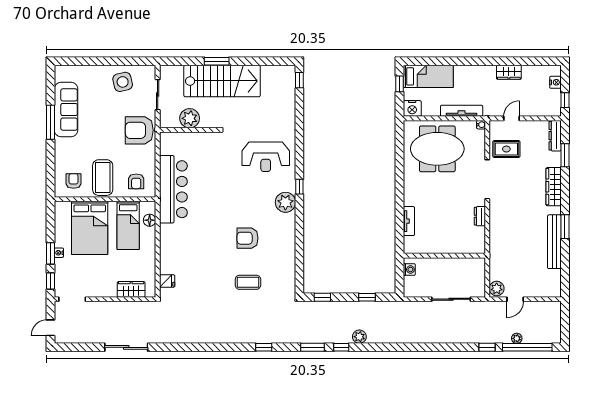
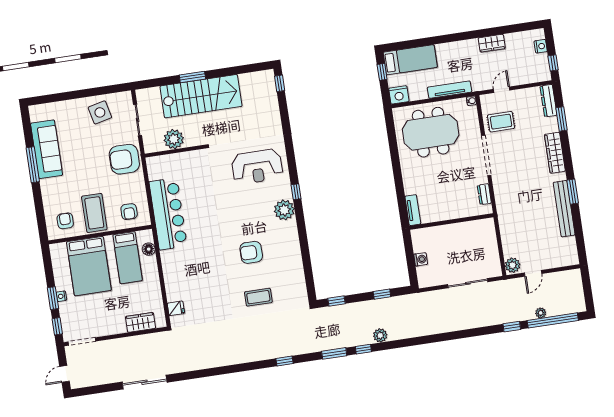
wall: (444, 256) -> (451, 222), moved

